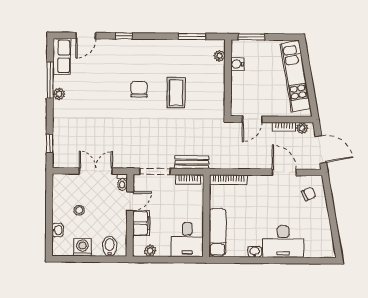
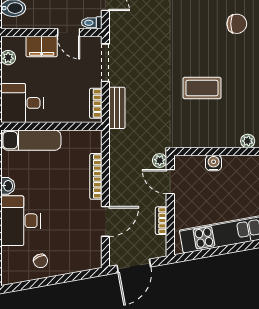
water cooler: (237, 64) -> (214, 163), moved
chair: (139, 89) -> (237, 24), moved
plant: (302, 128) -> (160, 161), moved
bookcase: (228, 180) -> (96, 176), moved
chair: (309, 194) -> (41, 261), moved

